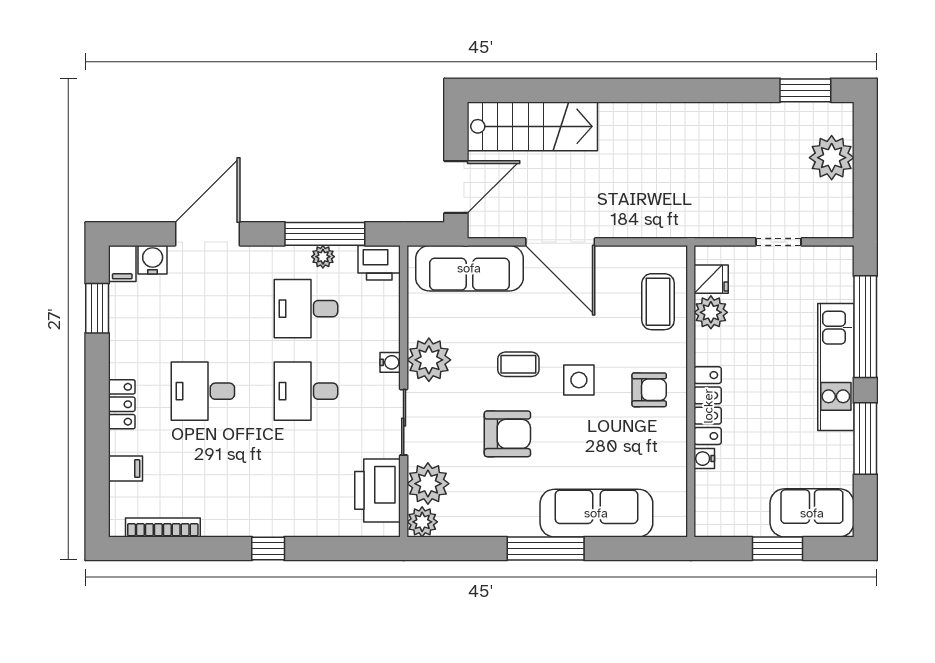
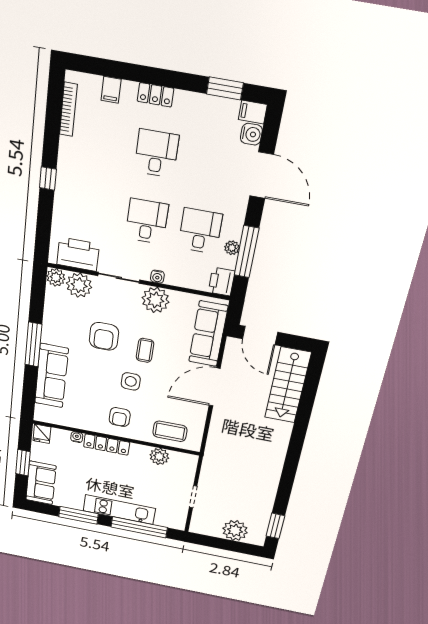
fridge: (711, 279) -> (42, 434), moved

